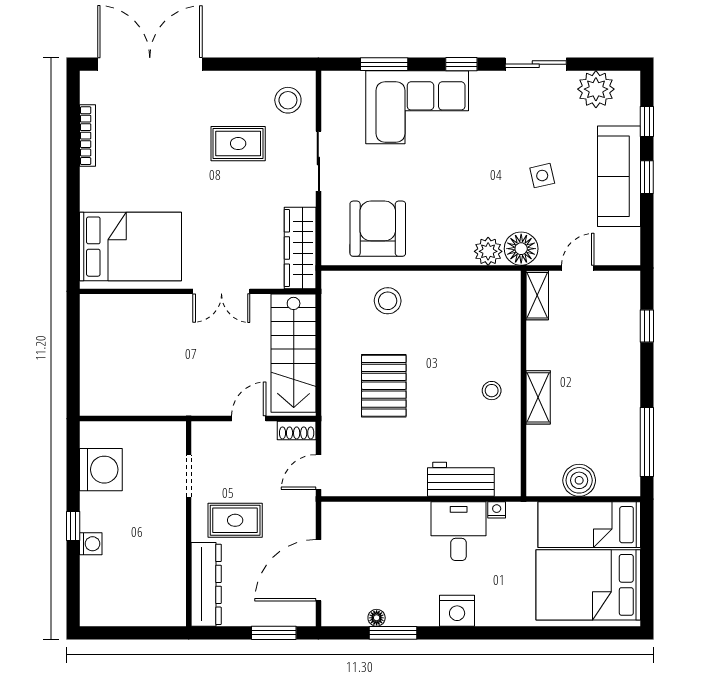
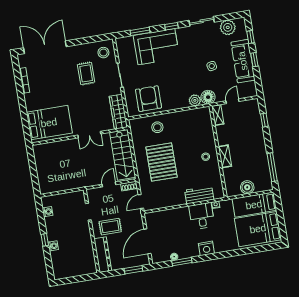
rug: (238, 144) -> (86, 73), turned 90
pallet: (384, 386) -> (162, 162), width x1.37, depth x1.41
washing machine: (101, 470) -> (48, 212), width x0.53, depth x0.53

